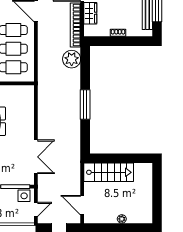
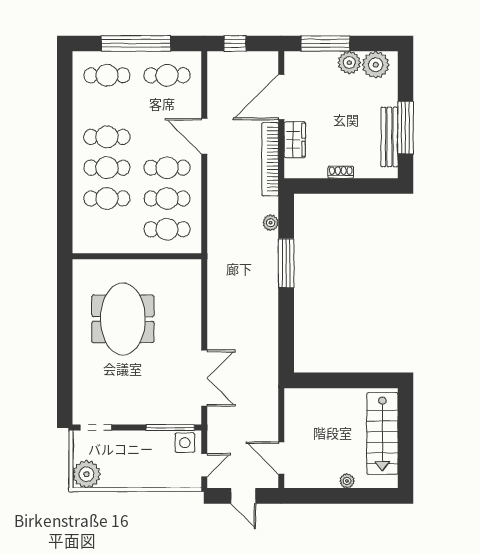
plant: (72, 59) -> (271, 223), width x0.53, depth x0.53
window: (85, 104) -> (286, 263), moved
stairs: (109, 172) -> (382, 433), moved, turned 90

